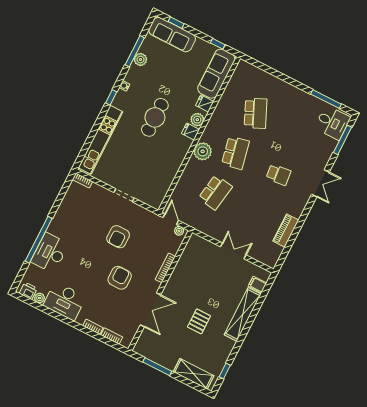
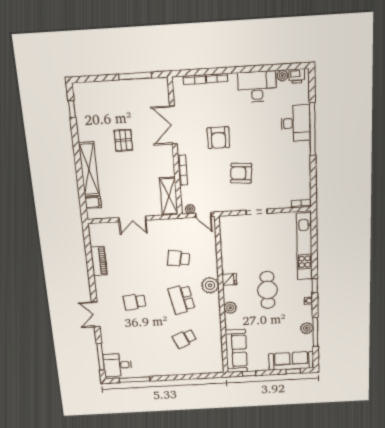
fridge: (205, 103) -> (232, 323), removed
school desk: (256, 113) -> (185, 339), width x0.54
fridge: (191, 131) -> (229, 280), moved
school desk: (215, 192) -> (179, 258), width x0.54
armchair: (118, 237) -> (241, 173), turned -86
shelving: (194, 374) -> (169, 196), moved, turned 90

